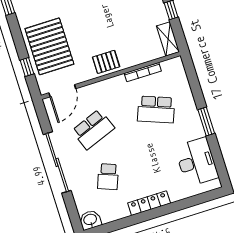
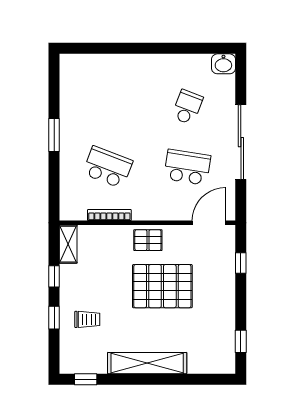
pallet: (49, 46) -> (162, 286), moved, turned 90
school desk: (93, 129) -> (187, 167), turned 30
desk: (197, 162) -> (80, 92), removed
locker: (149, 203) -> (150, 62), removed

